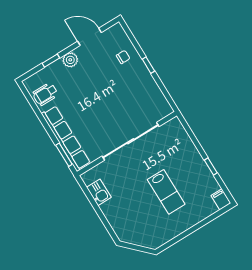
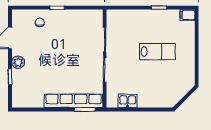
wheelchair: (45, 94) -> (32, 96), removed

